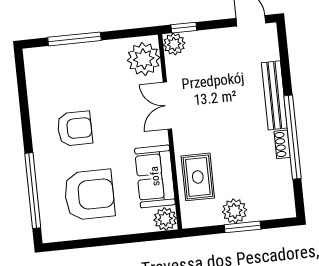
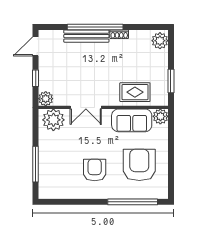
window: (184, 28) -> (36, 78), moved
window: (292, 137) -> (95, 27), moved
plant: (234, 211) -> (160, 41), moved
window: (243, 227) -> (171, 81), moved

